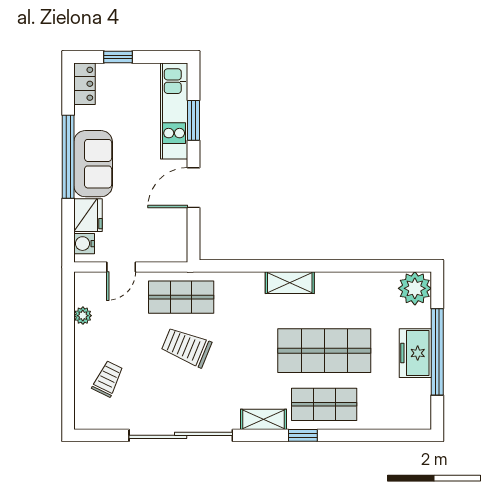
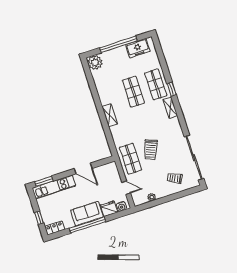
window: (193, 120) -> (44, 181), moved
shop shelf: (324, 351) -> (133, 92), width x0.70, depth x0.74
freezer: (415, 353) -> (138, 48), moved
sliding door: (181, 435) -> (194, 158), moved

